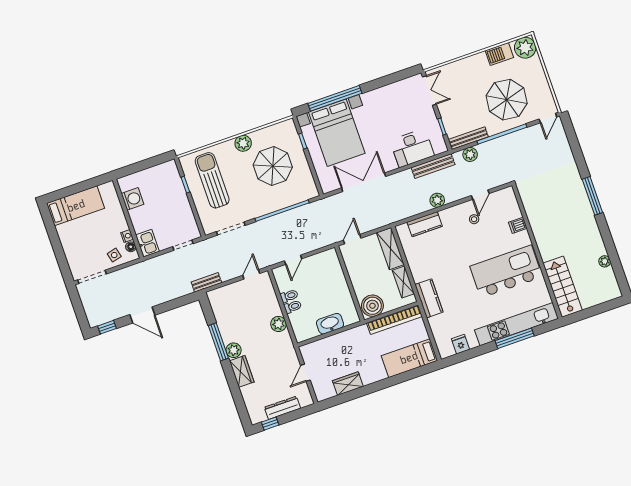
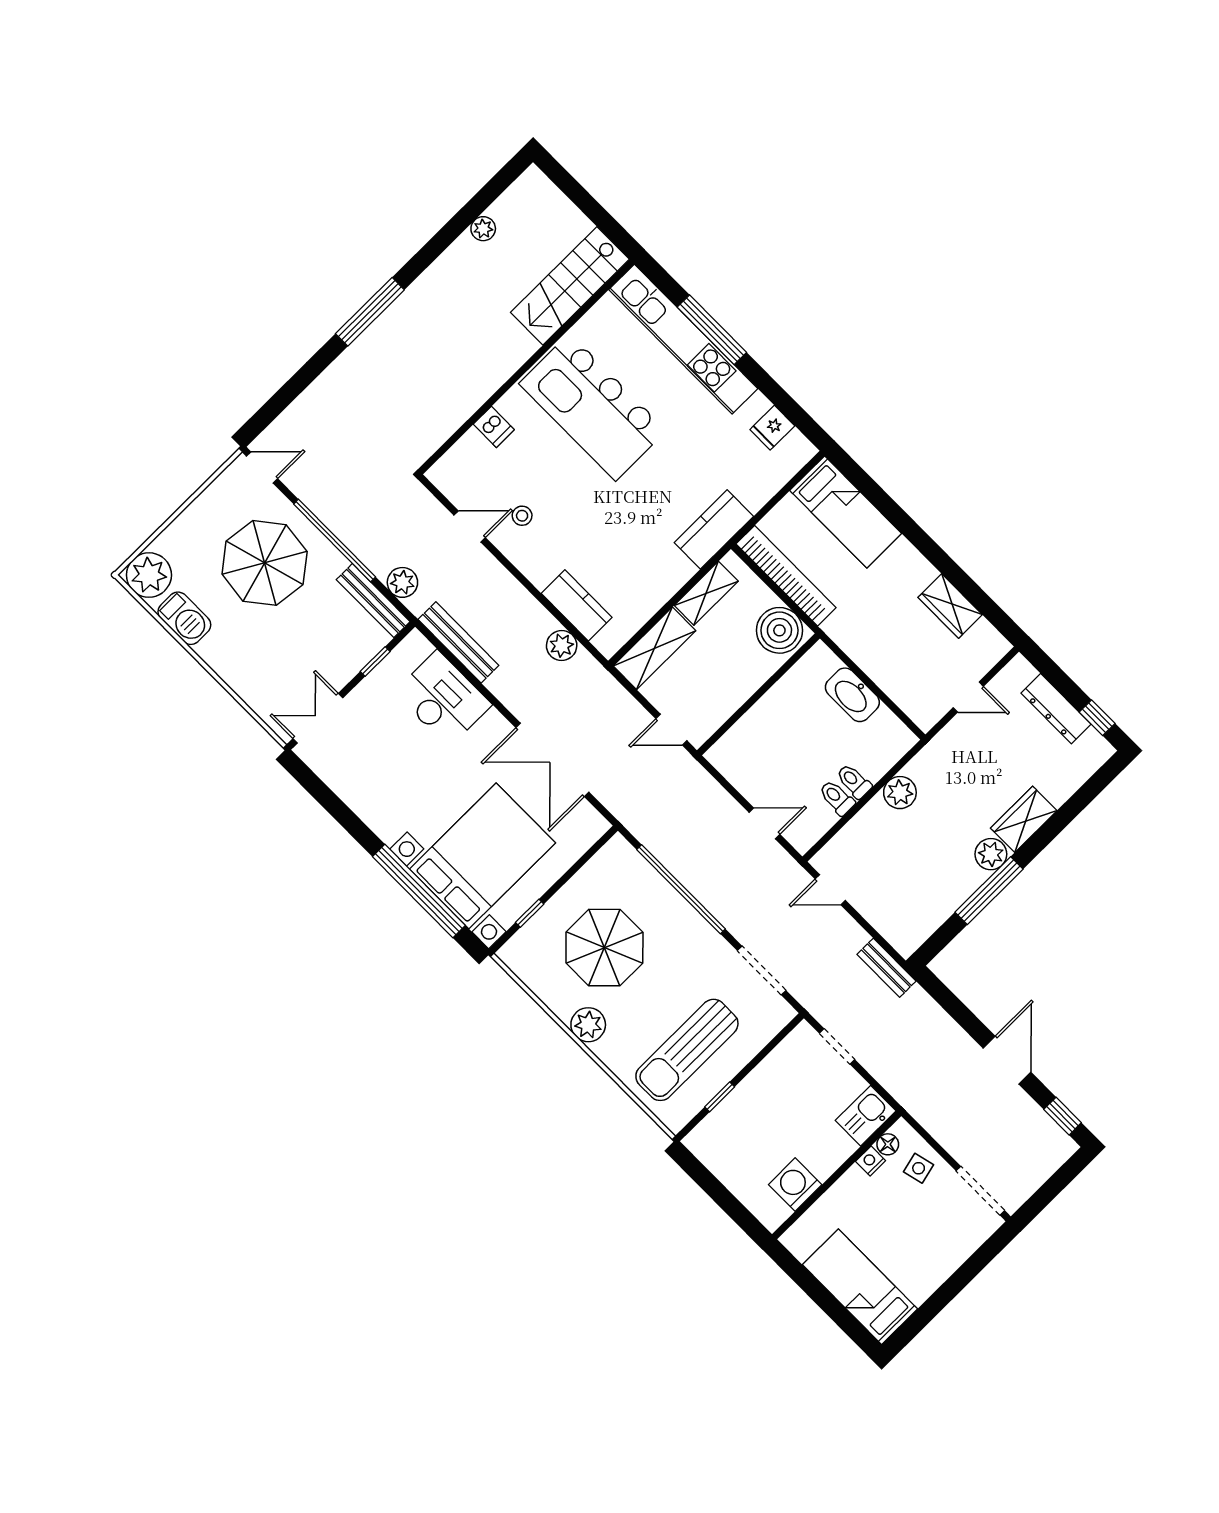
plant: (437, 200) -> (562, 646), moved

